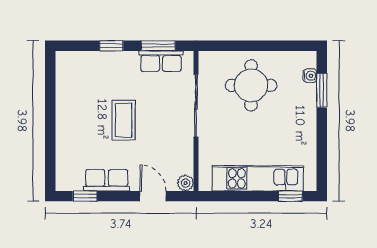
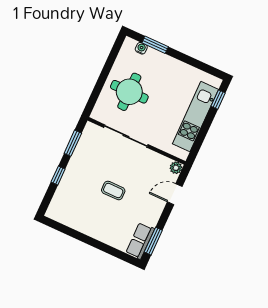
row of seats: (161, 61) -> (84, 146), removed
coffee table: (124, 120) -> (113, 190), width x0.73, depth x0.77
row of seats: (107, 180) -> (140, 241), moved
window: (85, 196) -> (153, 241), width x1.50

